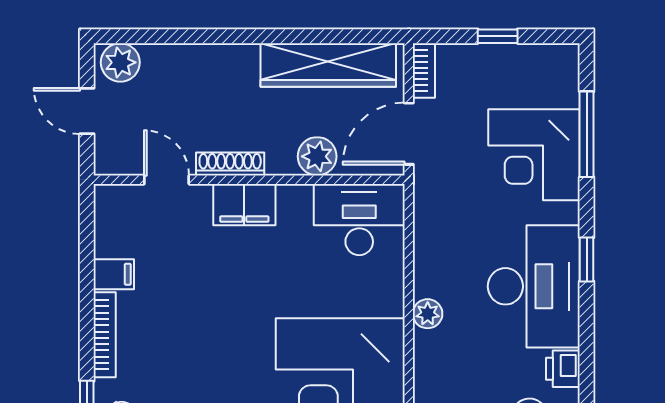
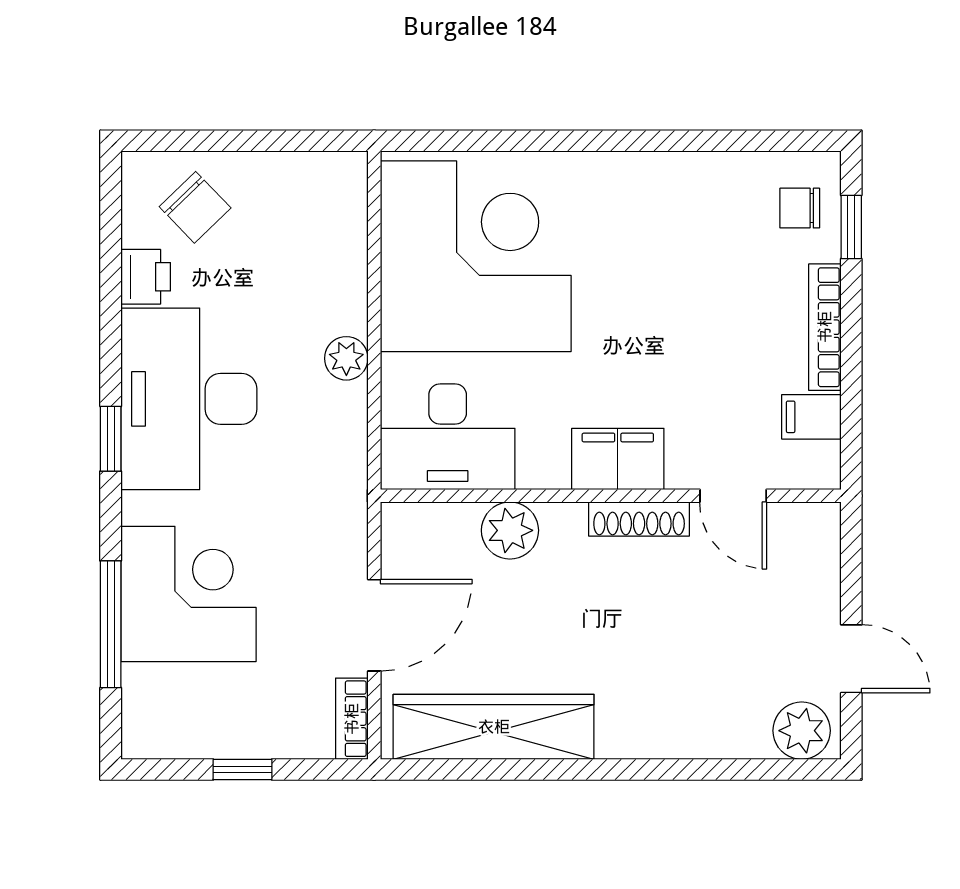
plant: (317, 156) -> (510, 530), moved
shoe rack: (230, 164) -> (639, 519), moved
door: (167, 180) -> (733, 496), moved
wall: (249, 180) -> (611, 496), moved
filing cabinet: (244, 205) -> (618, 459), moved
desk: (359, 220) -> (448, 437), moved

